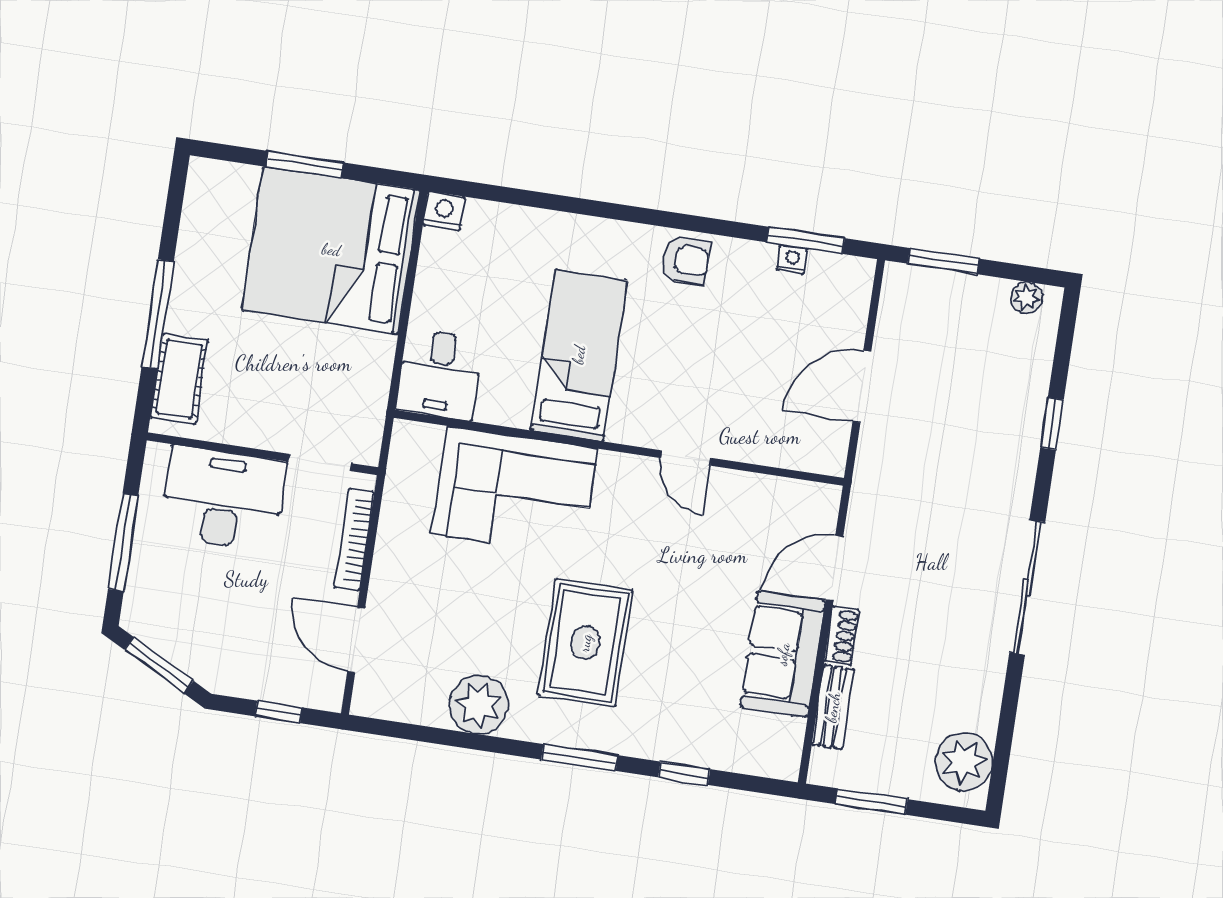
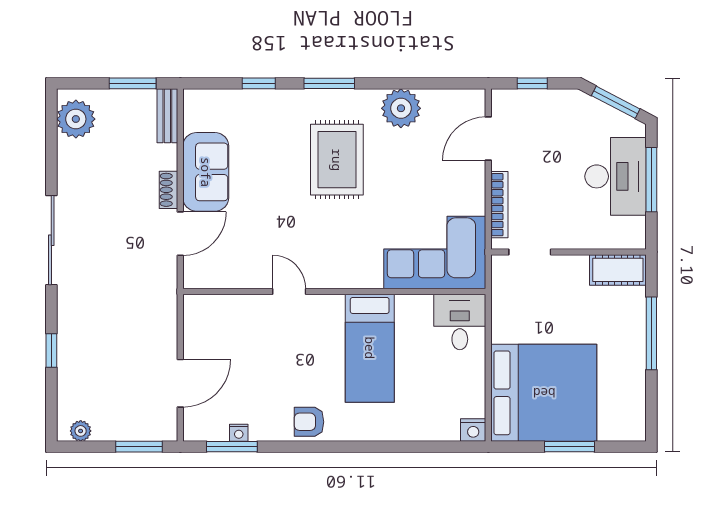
cot: (179, 379) -> (618, 270), moved, turned 90
door: (862, 386) -> (180, 383), moved
corner sofa: (515, 491) -> (435, 253), moved
desk: (223, 498) -> (616, 176), moved, turned -90
door: (356, 640) -> (488, 139), swing flipped
bench: (833, 707) -> (167, 116), moved

